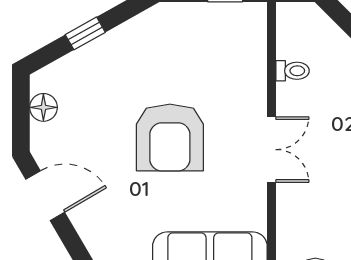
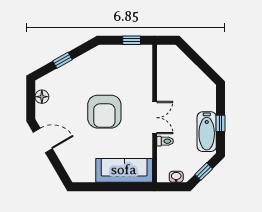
toilet: (293, 71) -> (165, 141), moved

